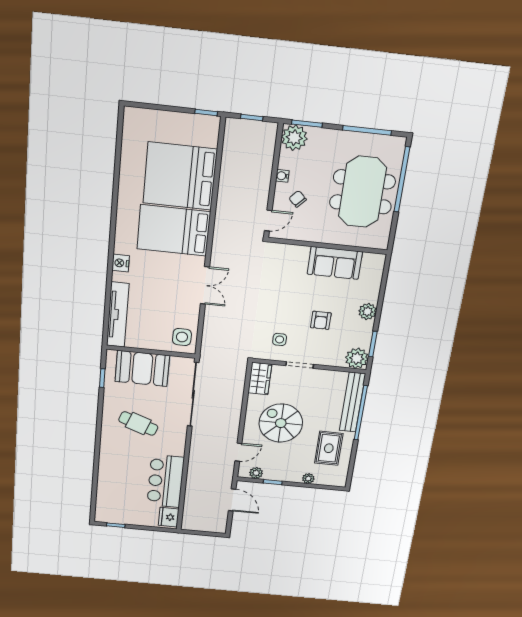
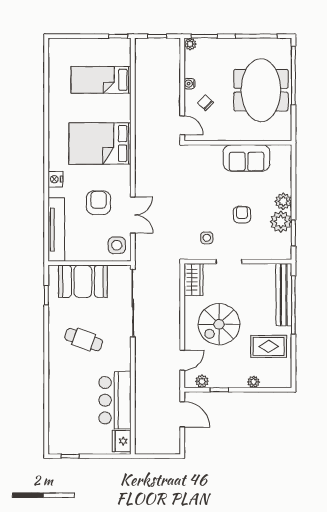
plant: (294, 138) -> (190, 44), width x0.53, depth x0.53
bed: (180, 176) -> (101, 80), width x0.49
door: (268, 221) -> (182, 125), hinge flipped
double door: (205, 285) -> (133, 215), moved
armchair: (166, 292) -> (99, 203), added
armchair: (321, 320) -> (242, 215), turned 180
plant: (357, 358) -> (281, 222), moved
spiral stairs: (281, 423) -> (219, 324), turned -90
rug: (329, 448) -> (269, 346), turned 90

